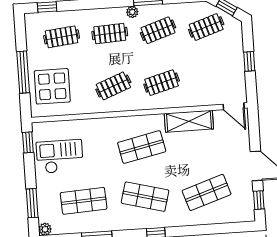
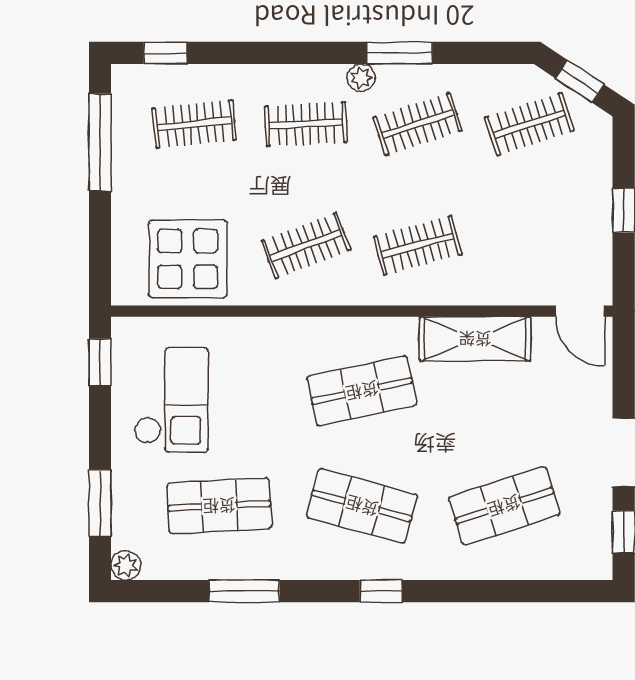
window: (23, 72) -> (100, 142), moved
display table: (52, 86) -> (188, 259), moved
checkout: (60, 156) -> (171, 400), turned 90

